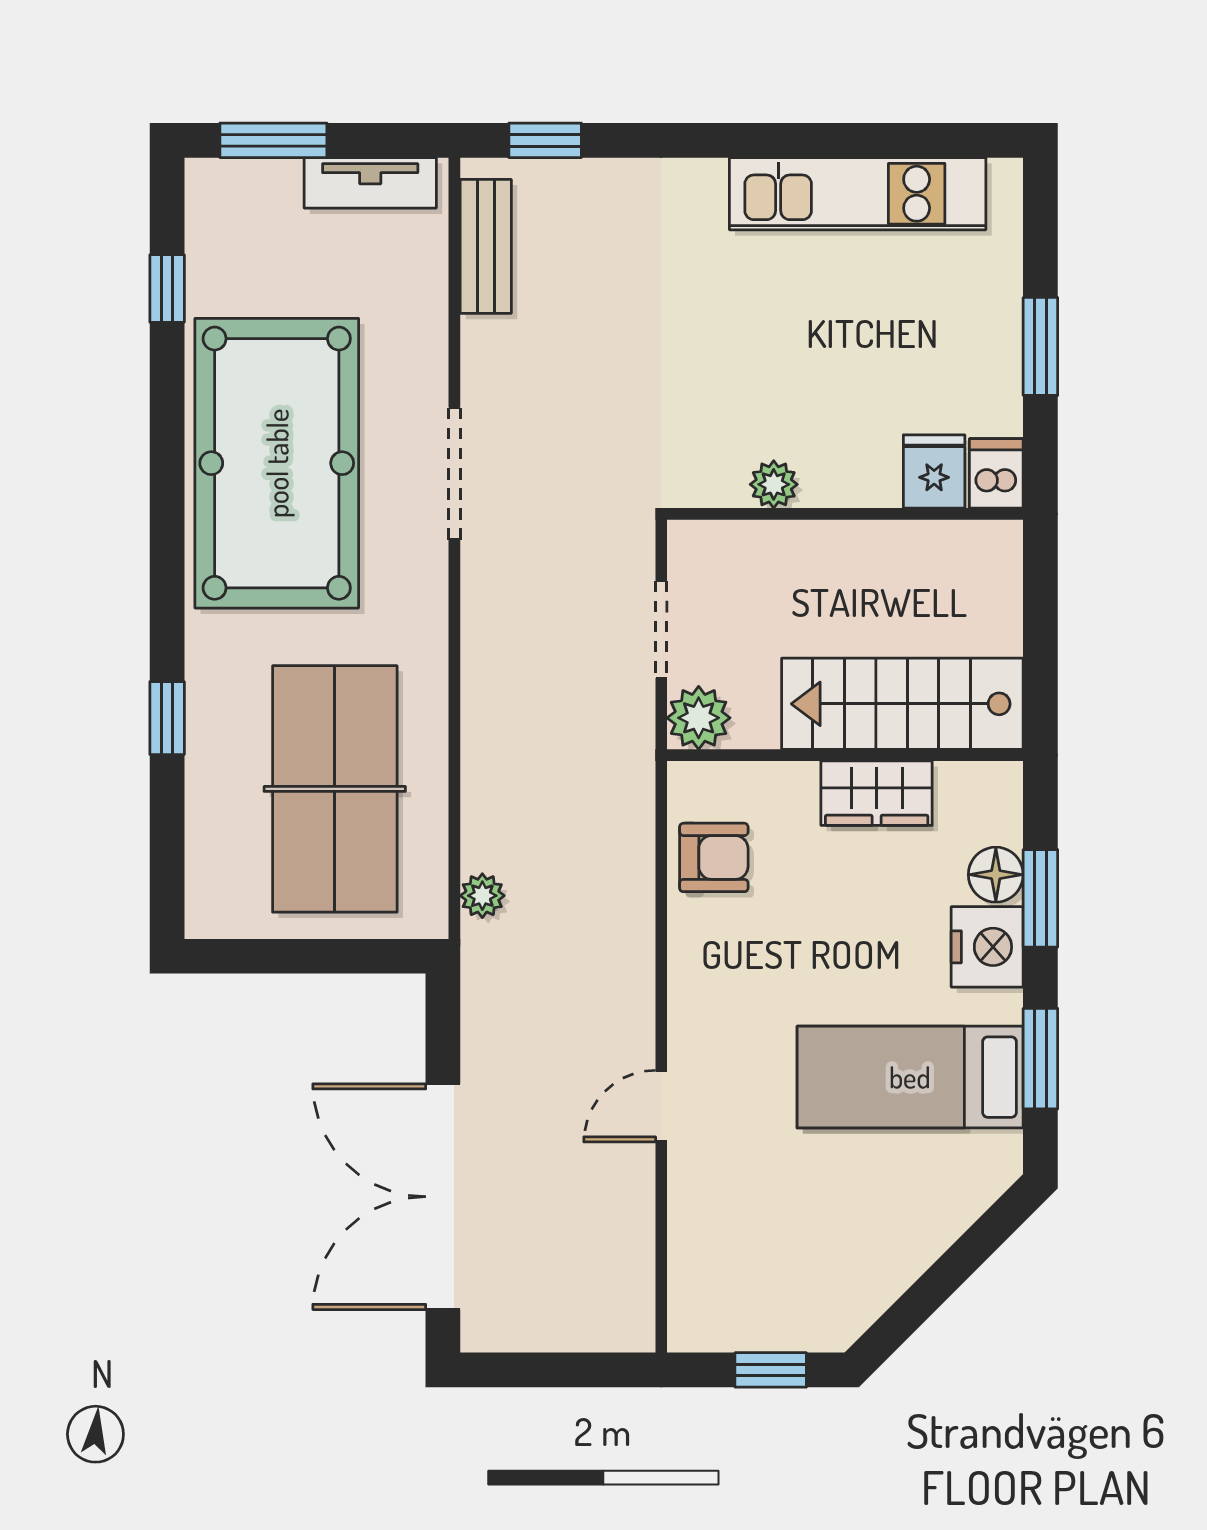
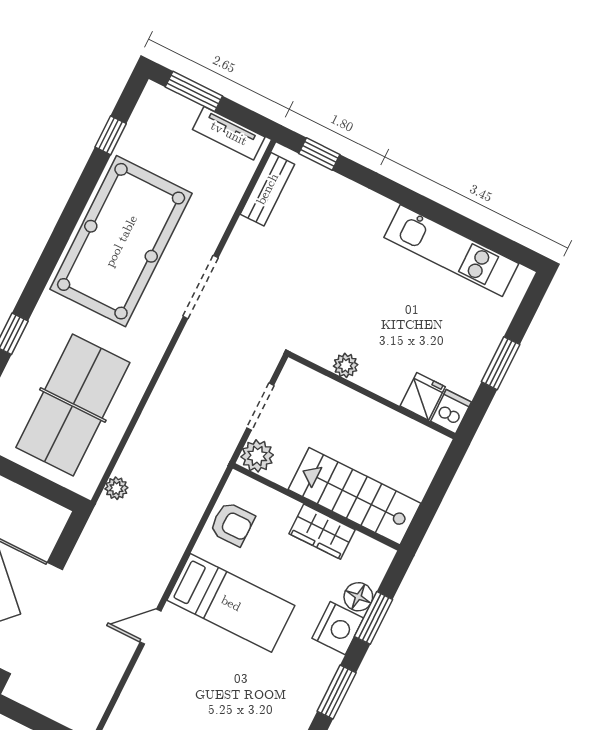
bed: (910, 1077) -> (231, 603), moved, turned 180

